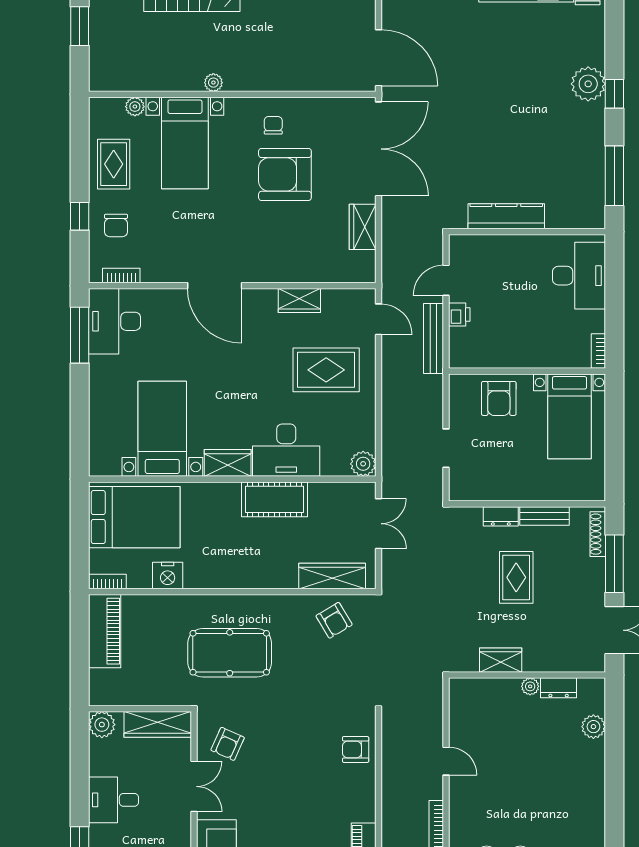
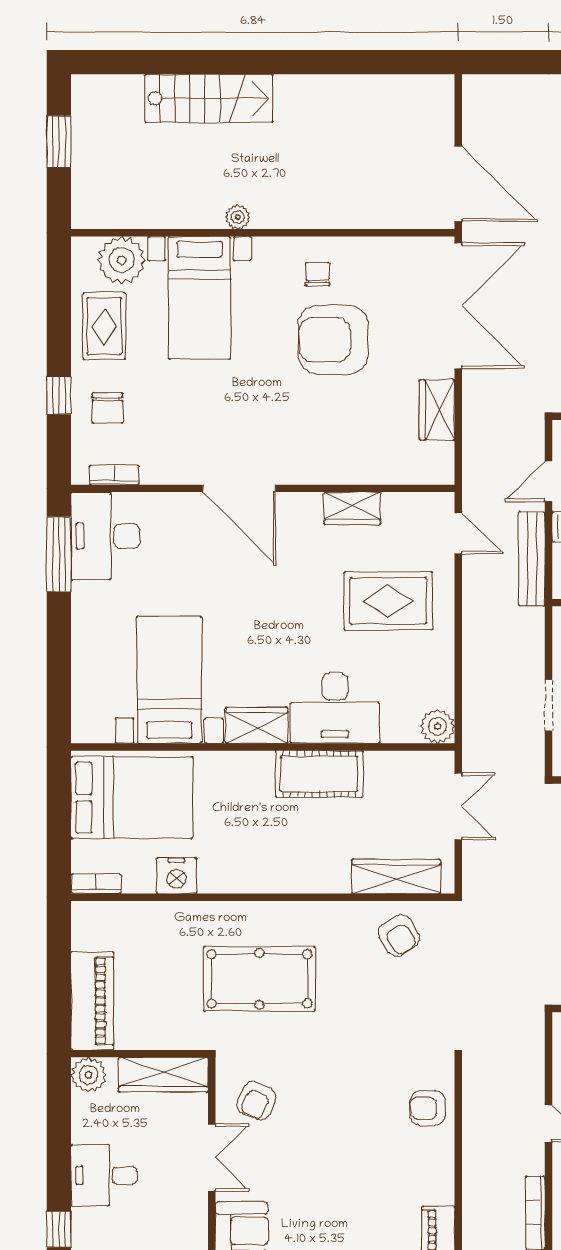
plant: (135, 107) -> (122, 260), width x1.88, depth x1.88
piano: (105, 631) -> (92, 1001), moved

